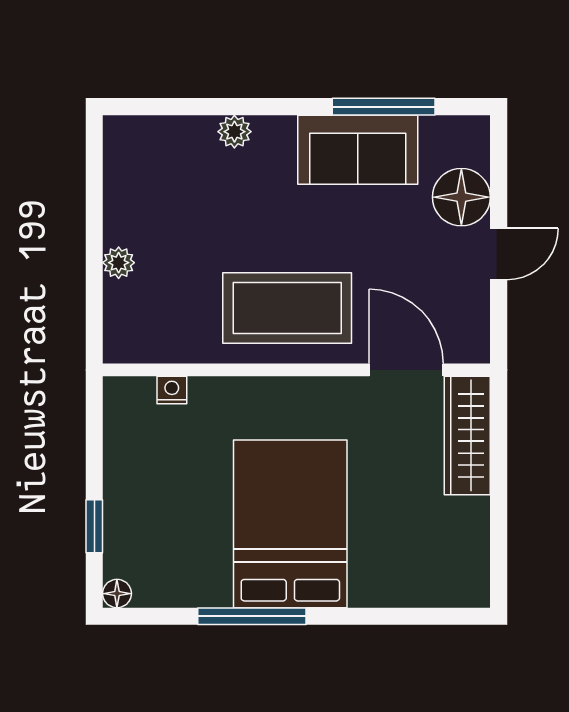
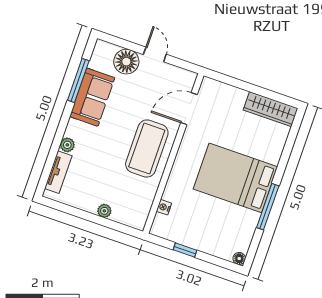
tv unit: (168, 133) -> (58, 172), added
wardrobe: (467, 435) -> (271, 109), moved
window: (94, 526) -> (185, 250), moved

